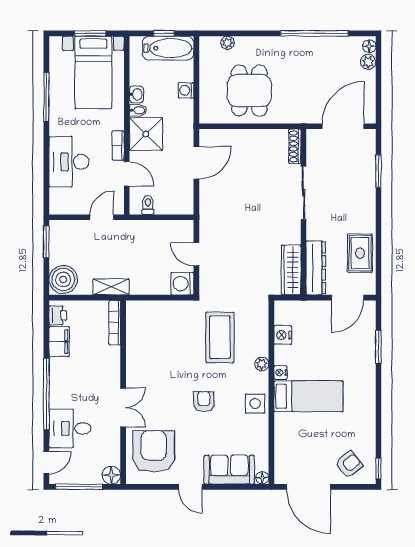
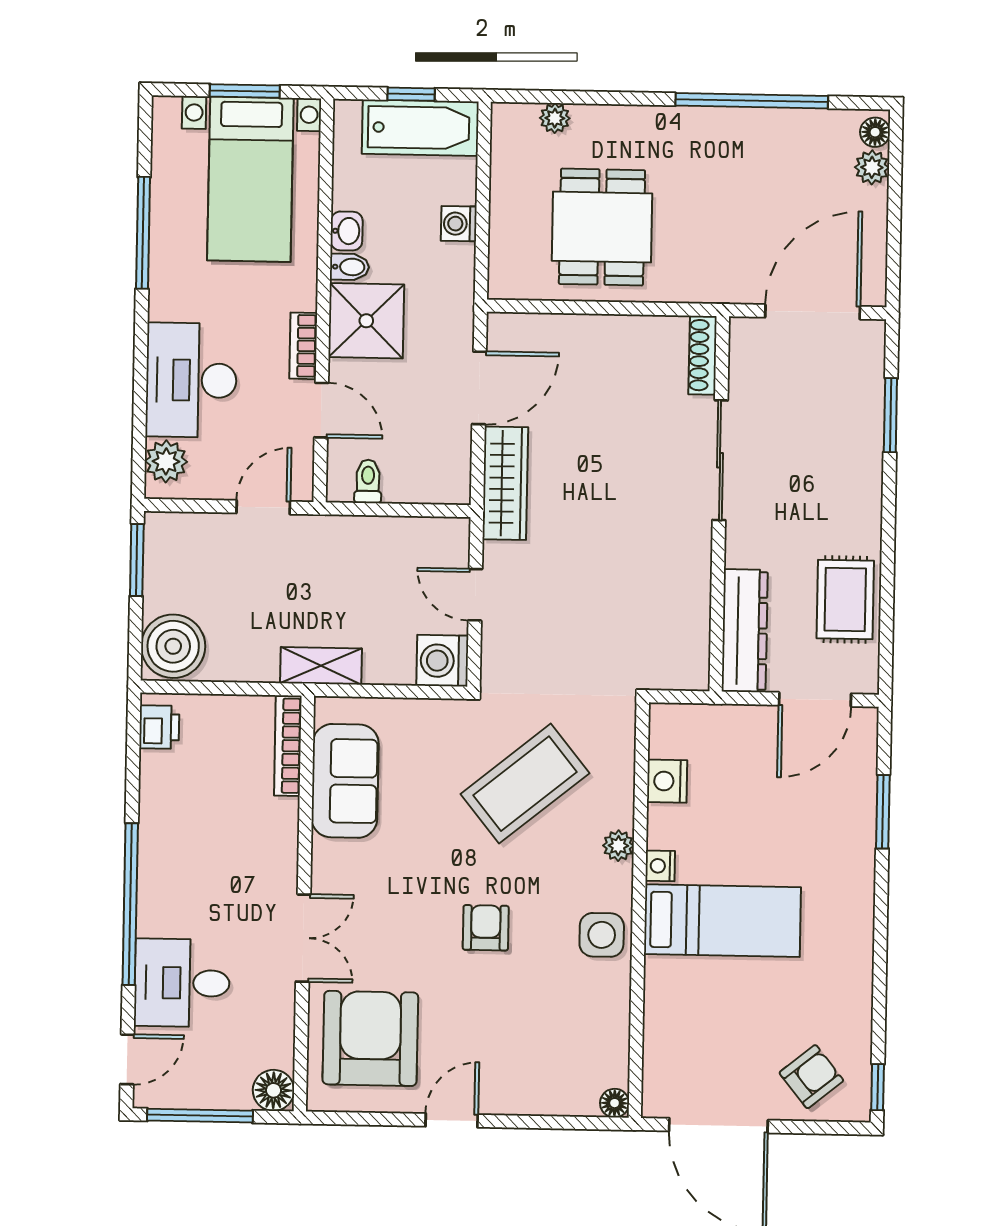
plant: (58, 198) -> (166, 461), added
wardrobe: (291, 270) -> (505, 483), moved, turned 180
shelving: (111, 287) -> (321, 666), moved
coffee table: (220, 337) -> (525, 784), turned 51
filing cabinet: (59, 342) -> (161, 786), removed
sofa: (229, 470) -> (345, 781), moved, turned 90
door: (190, 487) -> (452, 1120), swing flipped

